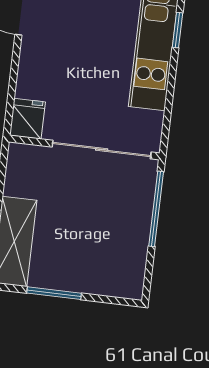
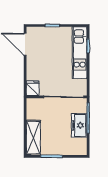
freezer: (132, 225) -> (79, 125), added

